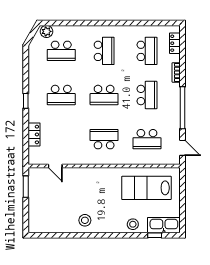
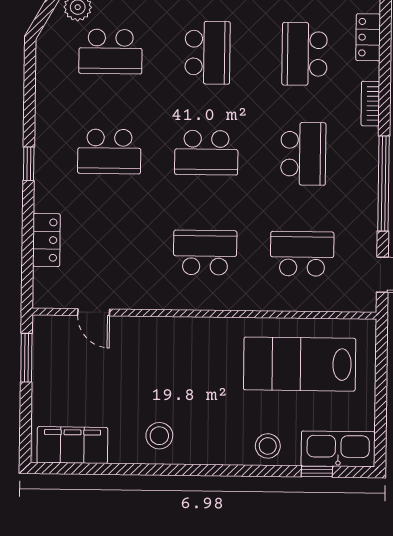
school desk: (147, 51) -> (305, 54), turned 180
school desk: (147, 139) -> (302, 254), turned 180
filing cabinet: (47, 225) -> (72, 445), added

